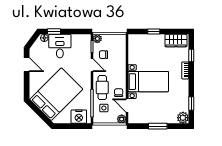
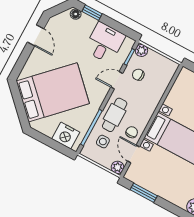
desk: (60, 46) -> (105, 43), moved
door: (92, 65) -> (117, 80), swing flipped
window: (158, 126) -> (144, 193), moved

